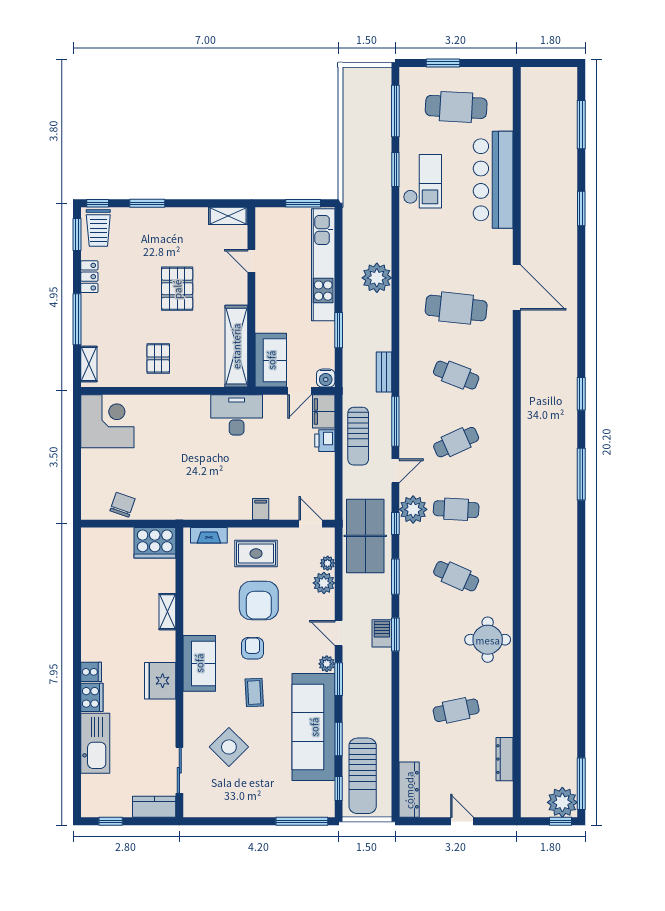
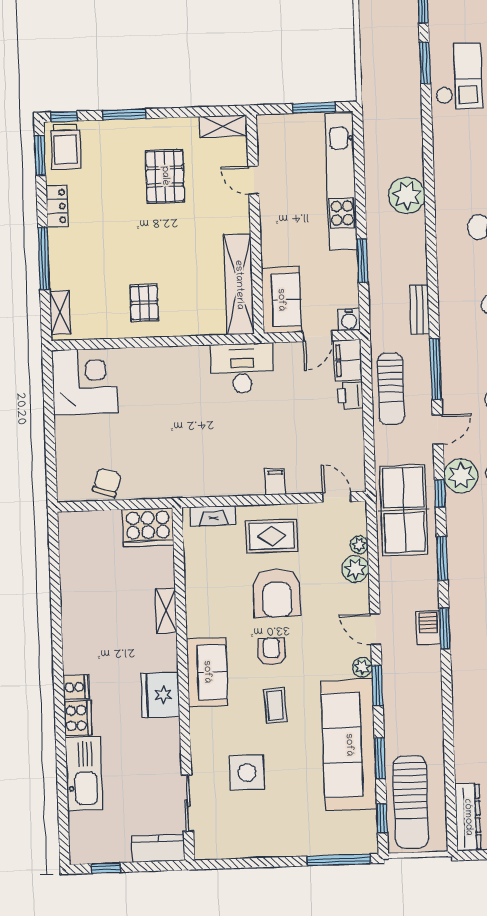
pallet: (177, 289) -> (165, 176), moved
side table: (229, 747) -> (247, 773), turned 45

